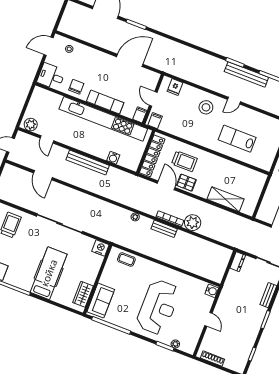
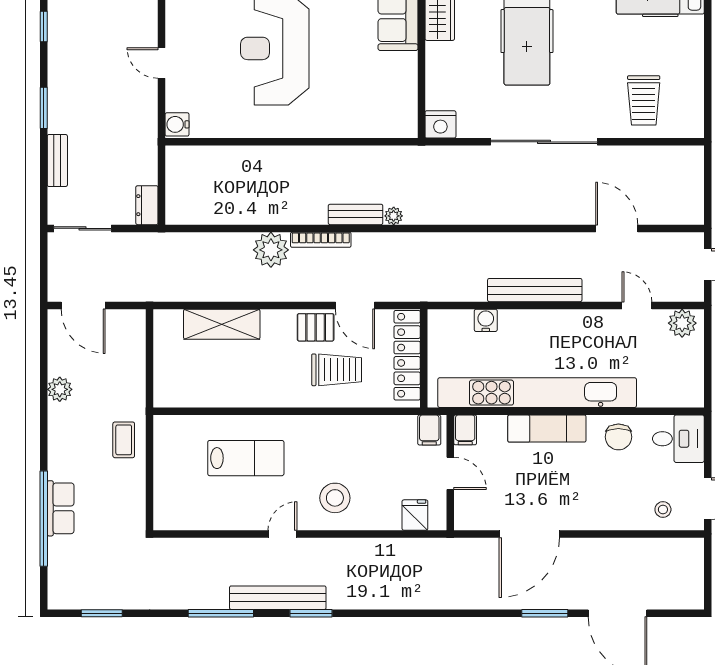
trolley: (184, 161) -> (337, 370), turned 180
bench: (164, 229) -> (356, 214), moved
coffee table: (126, 260) -> (378, 121), removed

